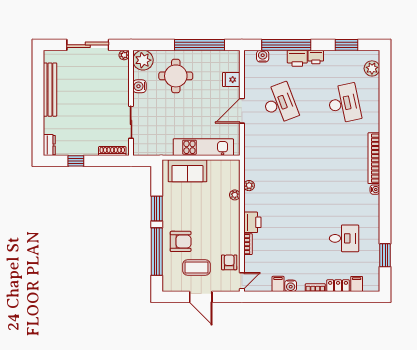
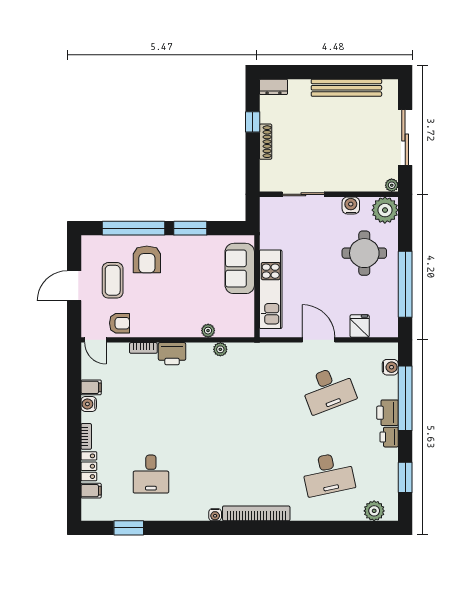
shoe rack: (112, 151) -> (266, 142), moved

